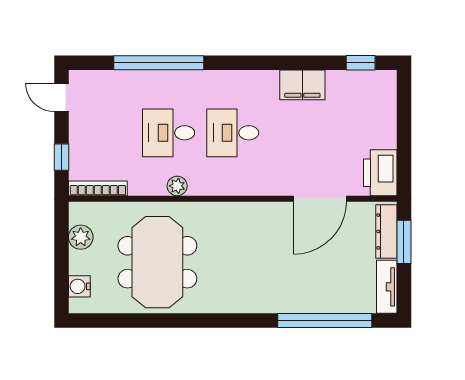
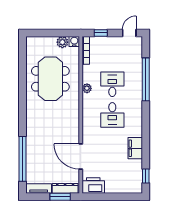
desk: (233, 133) -> (112, 115), turned 180
meeting table: (157, 262) -> (50, 79), turned 90
water cooler: (79, 286) -> (74, 41), moved

